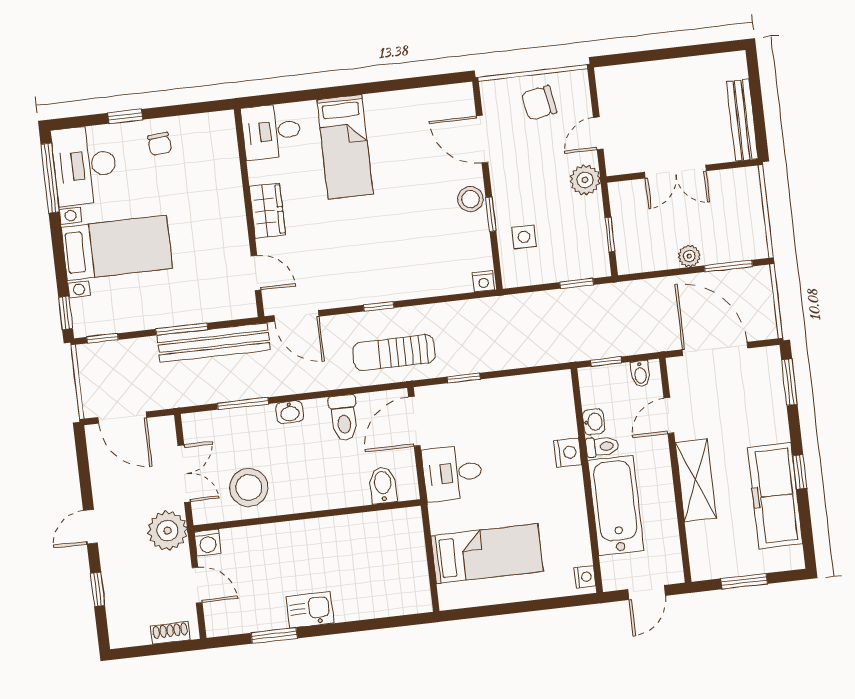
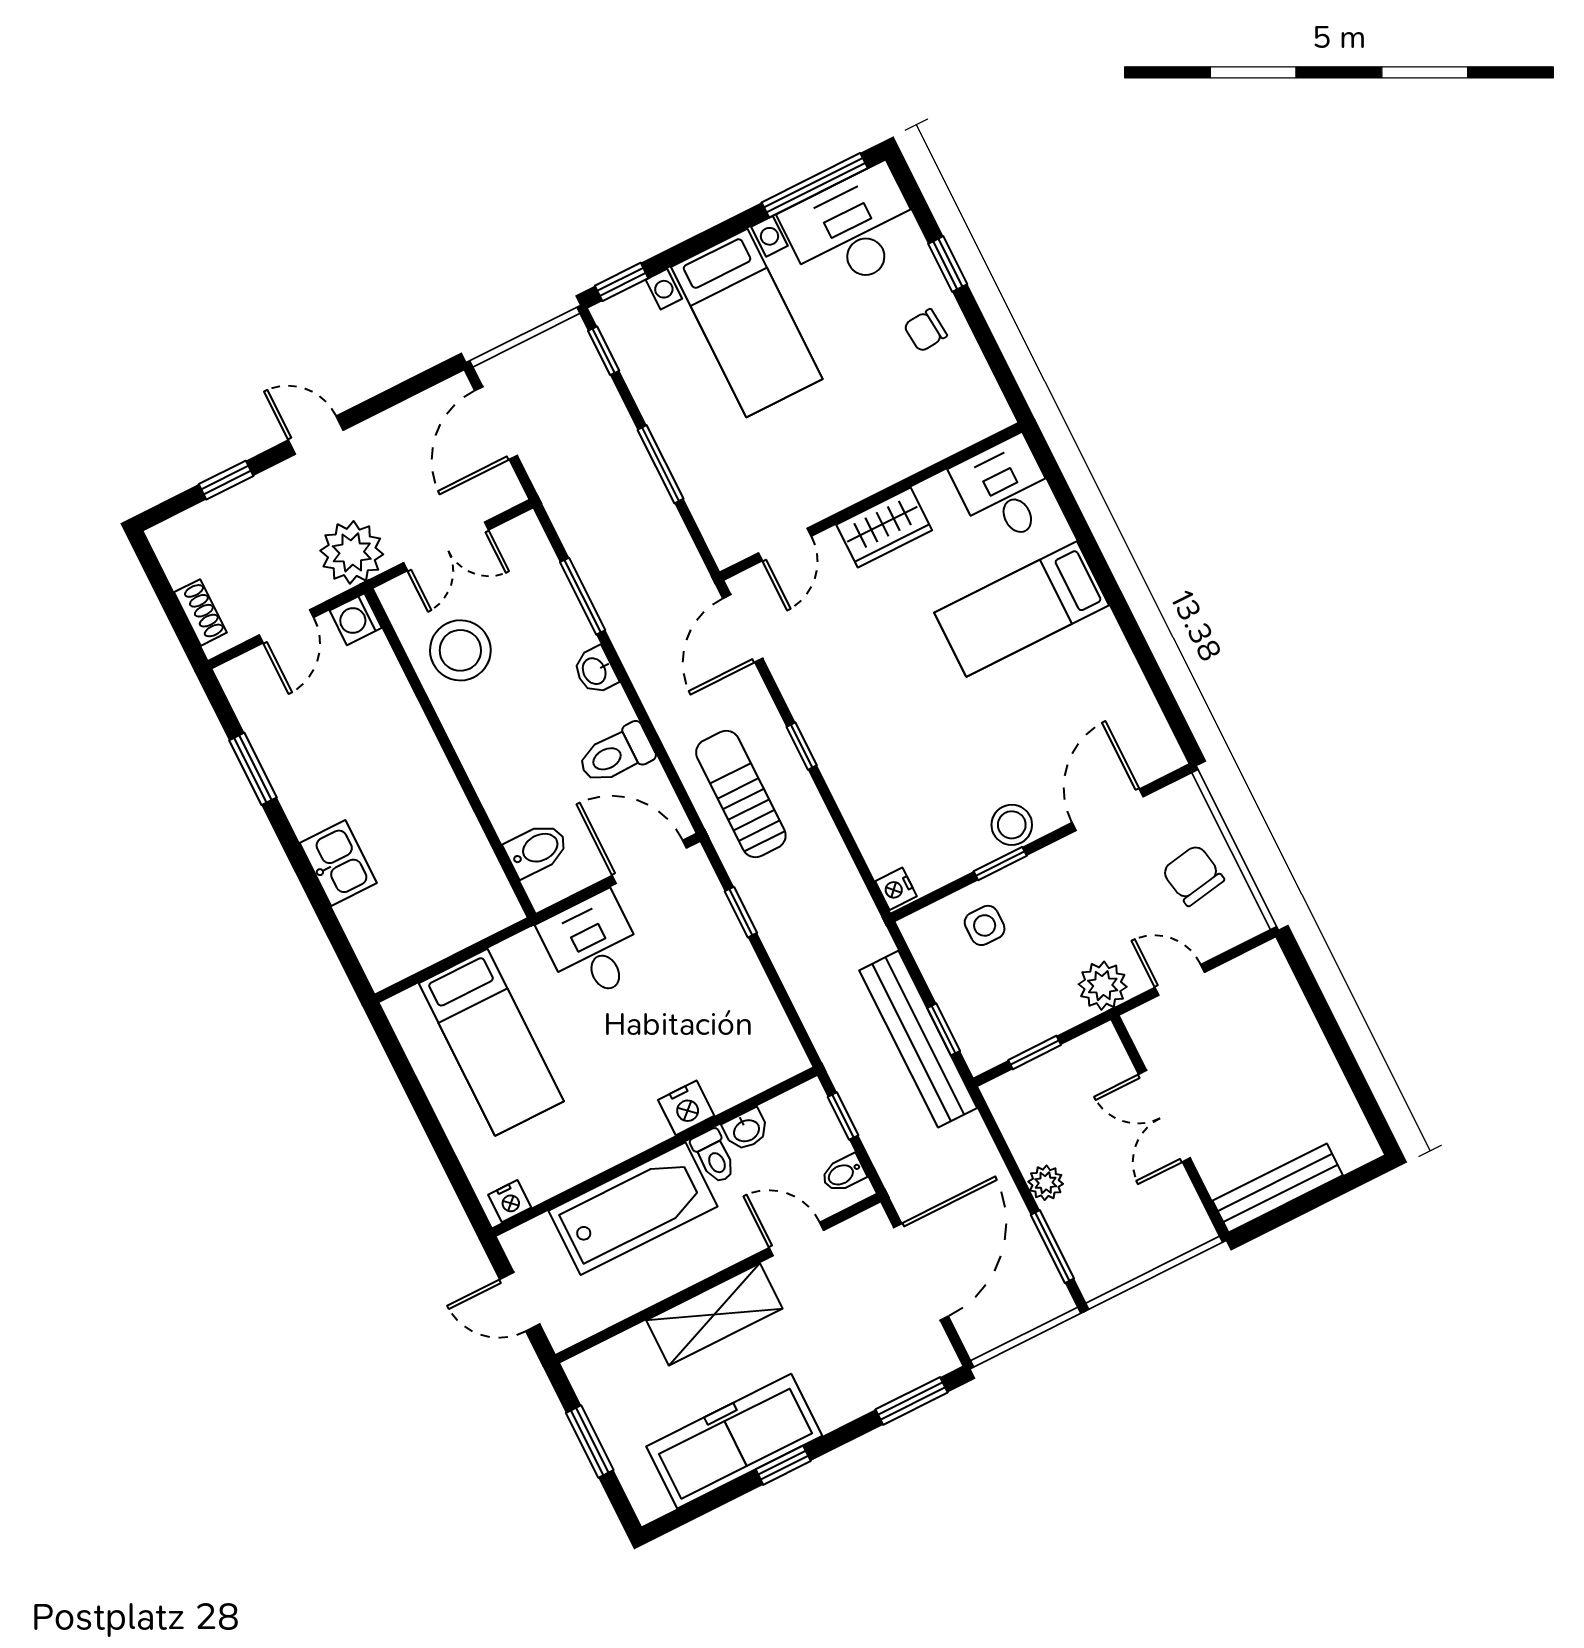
bench: (214, 343) -> (918, 1039), moved
kitchen sink: (310, 610) -> (338, 863), moved

